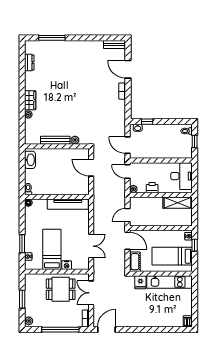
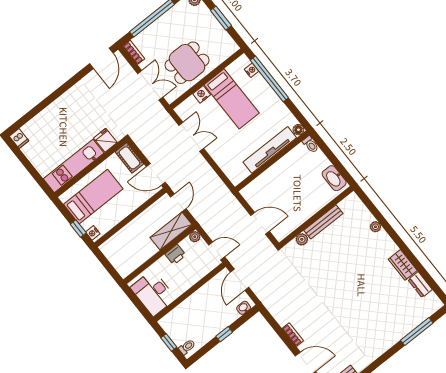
wardrobe: (30, 100) -> (403, 265), moved
window: (147, 122) -> (224, 334), moved
door: (127, 145) -> (240, 280), swing flipped
shelving: (178, 203) -> (171, 231), moved
tv unit: (68, 204) -> (270, 150), moved
window: (22, 244) -> (269, 79), width x2.11
double door: (91, 246) -> (191, 137), swing flipped

